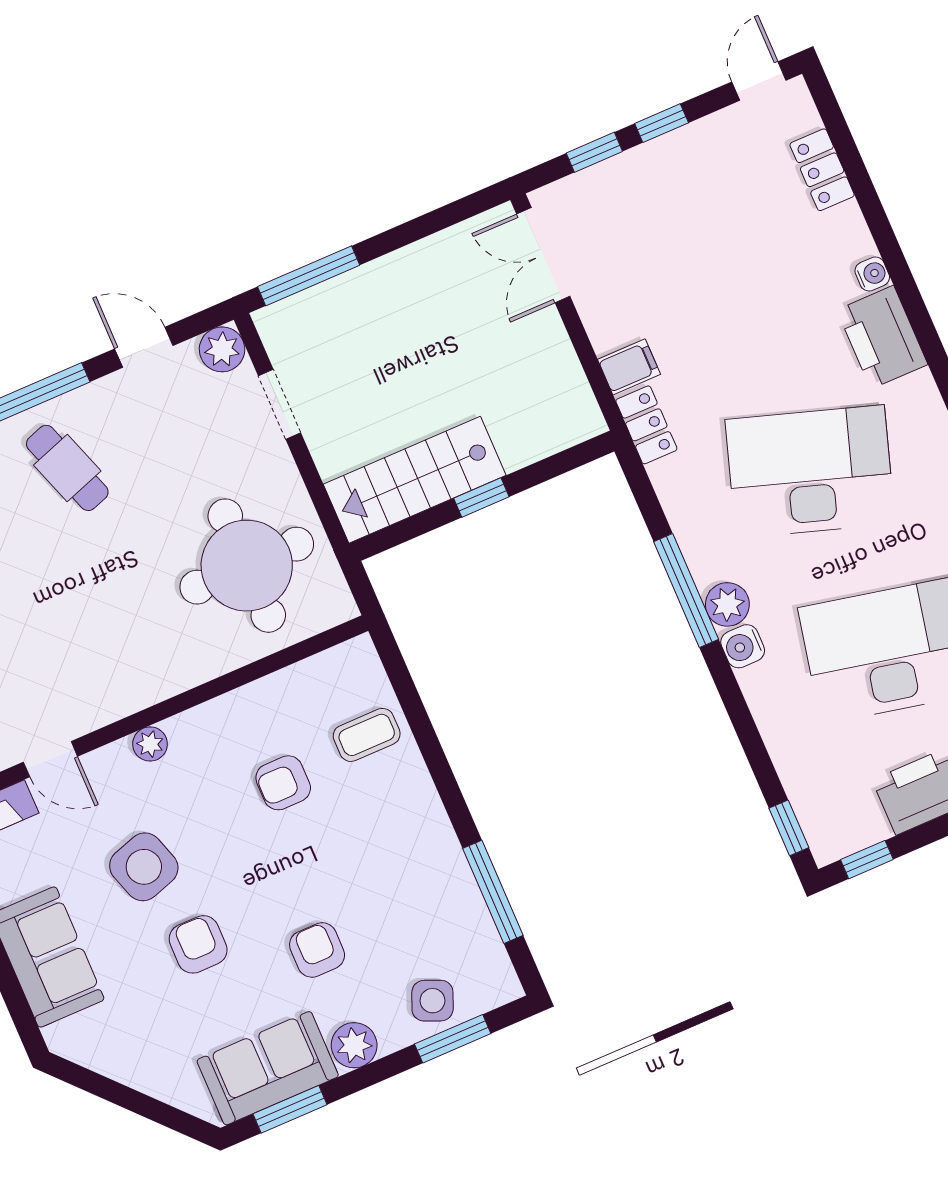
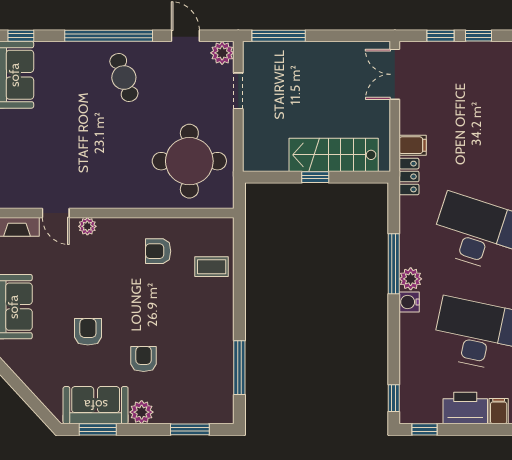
stairs: (415, 480) -> (334, 155), moved
plant: (150, 744) -> (87, 226), moved
armchair: (283, 783) -> (158, 251), moved
side table: (144, 867) -> (78, 284), removed
side table: (432, 1001) -> (188, 407), removed

